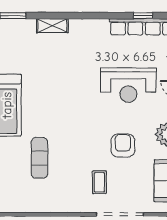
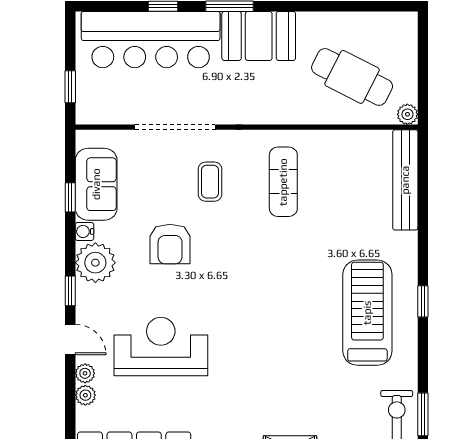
exercise mat: (39, 158) -> (283, 182), moved

